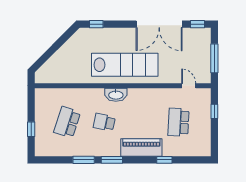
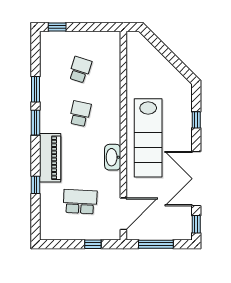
window: (96, 24) -> (196, 120), moved
door: (189, 86) -> (123, 214), width x1.87
washbasin: (116, 95) -> (113, 157), moved
school desk: (67, 122) -> (80, 70), width x0.54
window: (31, 129) -> (57, 27), moved

